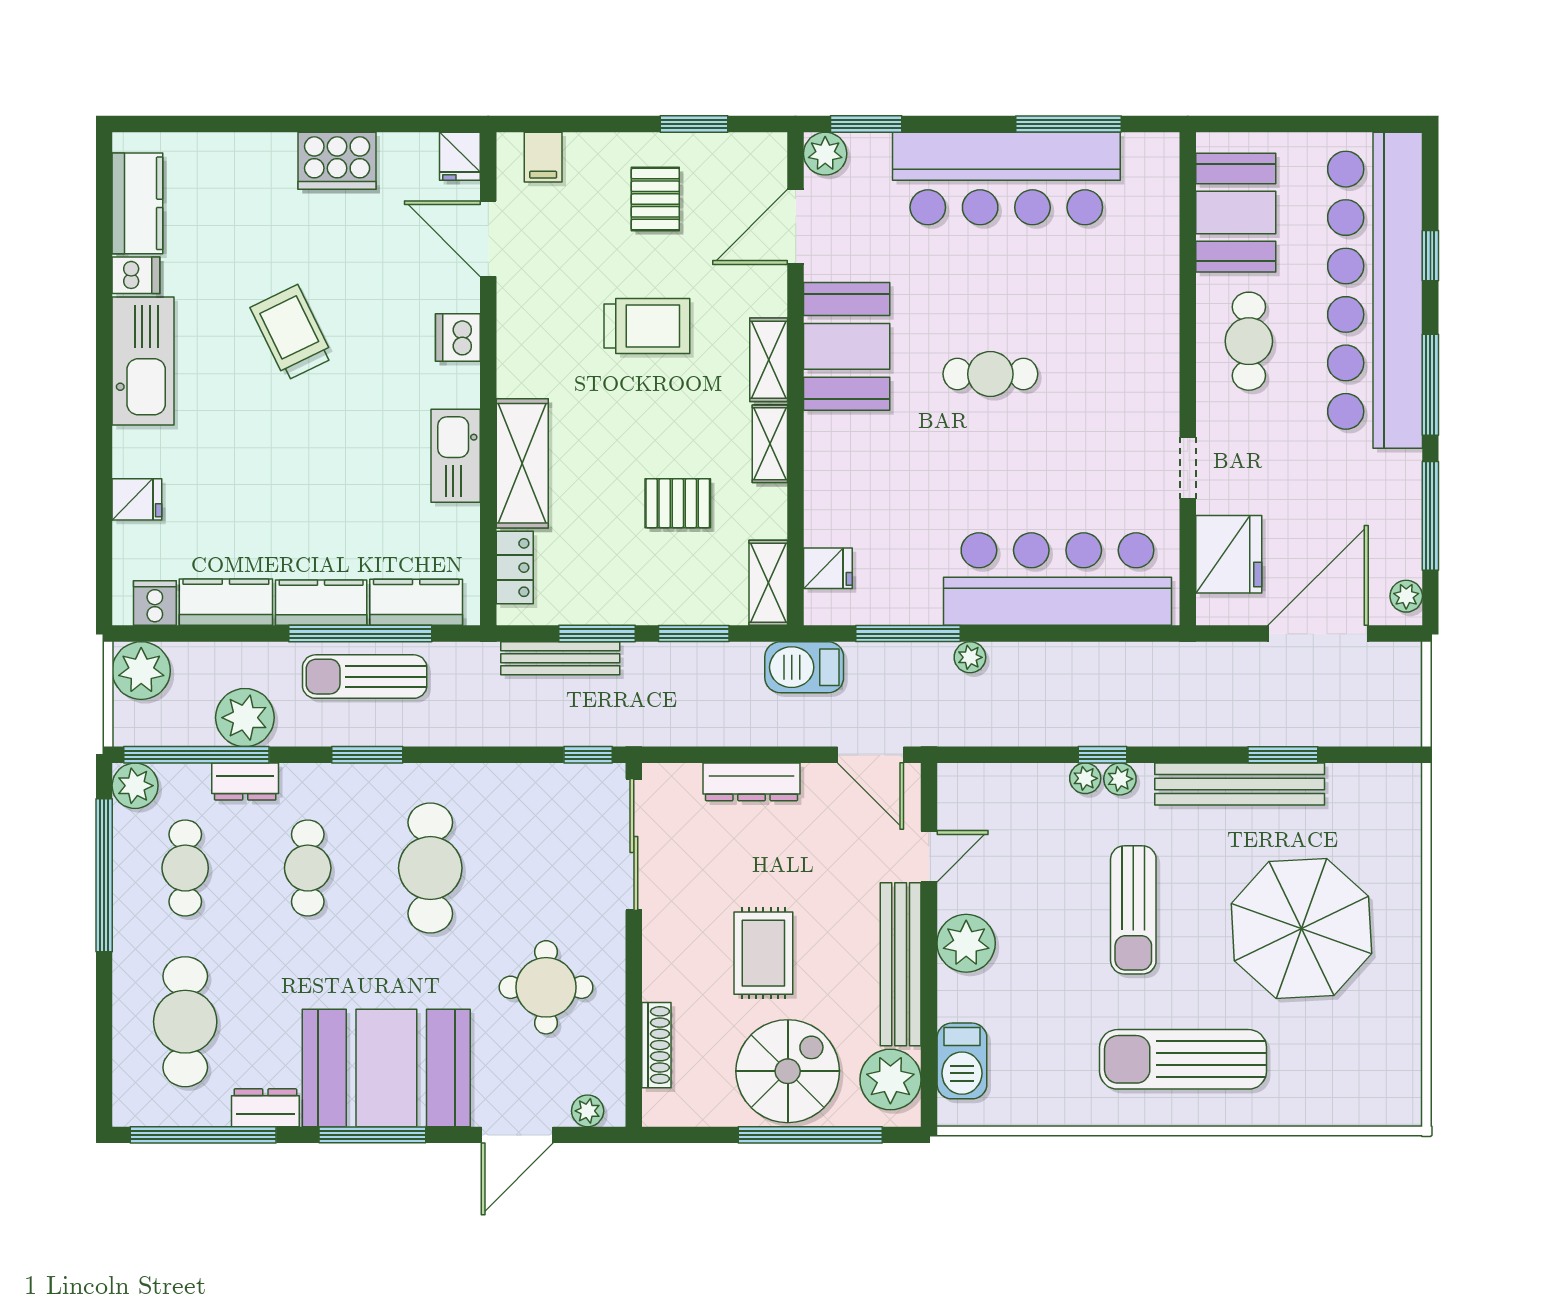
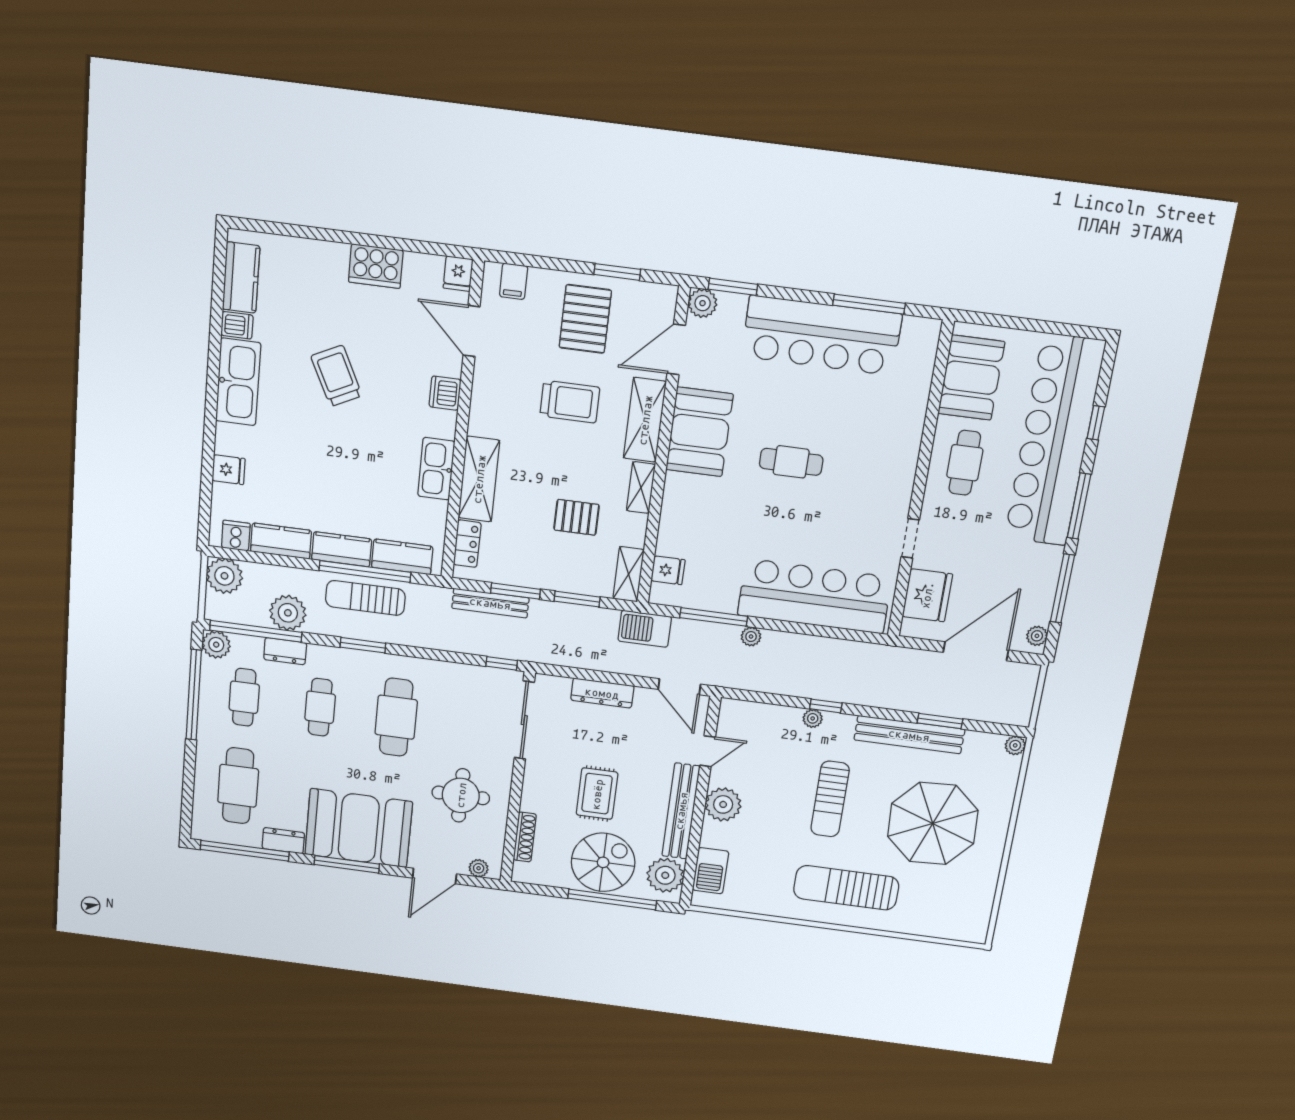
pallet: (655, 199) -> (585, 319), width x1.50, depth x1.42
shelving: (769, 360) -> (645, 420), width x1.50, depth x1.33
plant: (1120, 779) -> (1015, 745), moved

